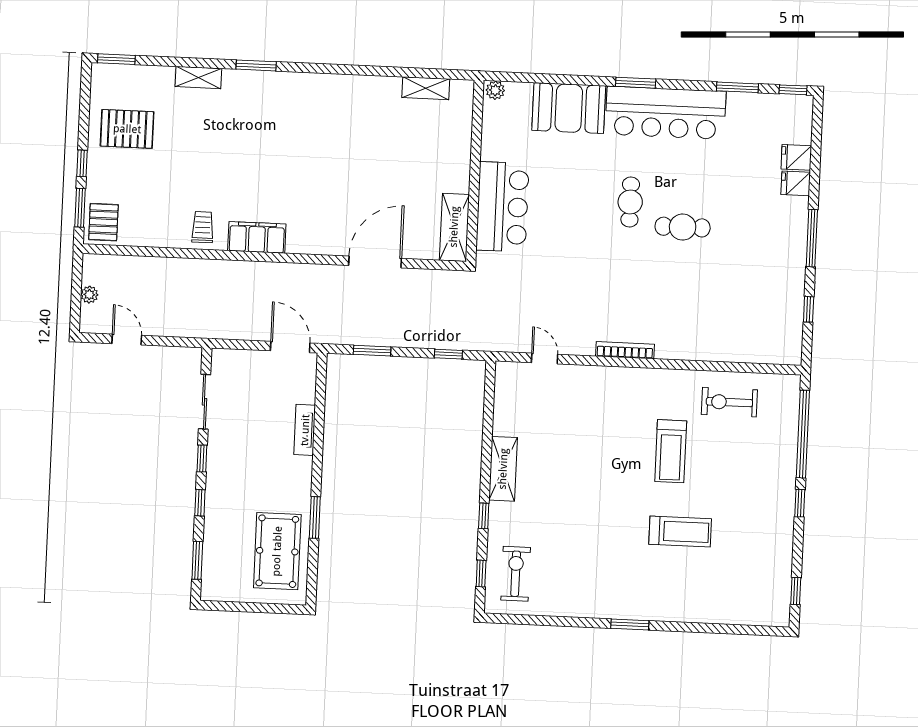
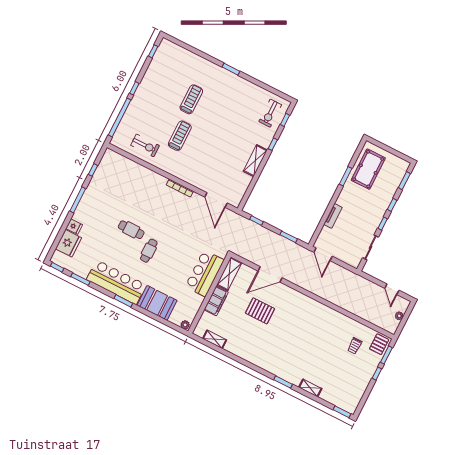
pallet: (127, 129) -> (260, 311), moved
fridge: (796, 157) -> (69, 243), width x1.88, depth x1.34
trolley: (203, 227) -> (355, 346), moved
filing cabinet: (257, 237) -> (216, 301), moved, turned -90
door: (545, 358) -> (216, 200), width x1.88
treadmill: (680, 532) -> (191, 99), turned 90

